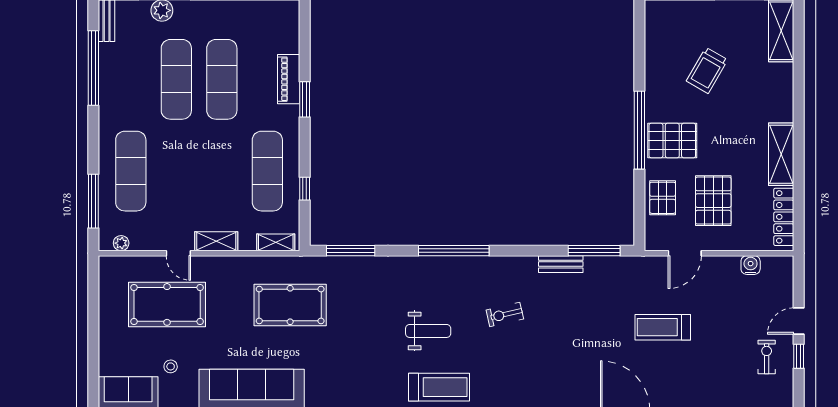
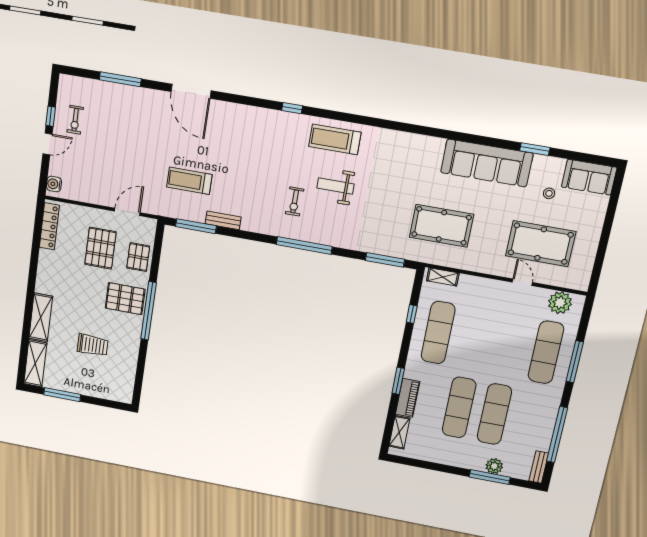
trolley: (707, 70) -> (93, 345), turned 60
shelving: (781, 154) -> (41, 317), moved
window: (93, 201) -> (575, 362), moved
shelving: (216, 241) -> (399, 432), moved, turned 90
plant: (121, 243) -> (560, 303), width x1.88, depth x1.88
water cooler: (751, 265) -> (54, 184), moved, turned 90
exercise bike: (505, 314) -> (295, 201), moved, turned 103
treadmill: (663, 327) -> (189, 181), moved, turned 180

